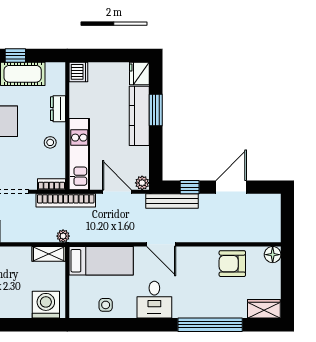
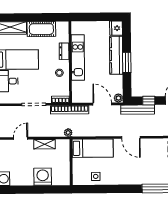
window: (15, 56) -> (37, 17), removed
dishwasher: (78, 72) -> (77, 28), removed
window: (156, 110) -> (127, 62), moved
kitchen unit: (79, 154) -> (78, 58), moved
shelving: (49, 254) -> (45, 144), moved
desk: (154, 300) -> (127, 173), removed
washing machine: (46, 305) -> (43, 177), moved

